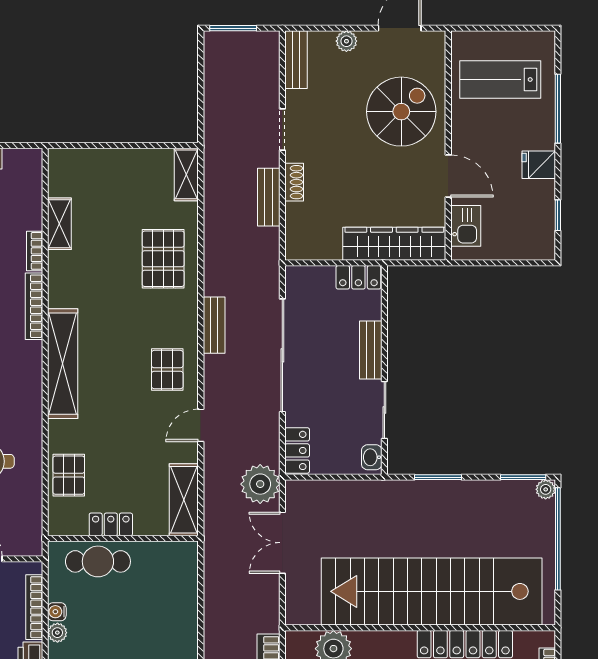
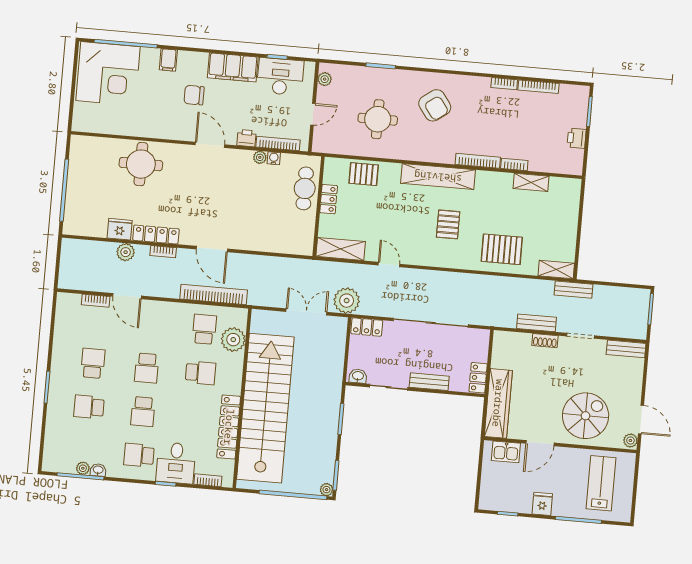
plant: (346, 41) -> (630, 440), moved
spiral stairs: (401, 112) -> (586, 416), turned -90
bench: (214, 325) -> (574, 290), moved
pallet: (167, 370) -> (448, 224), moved, turned 90

